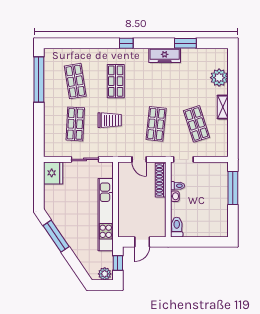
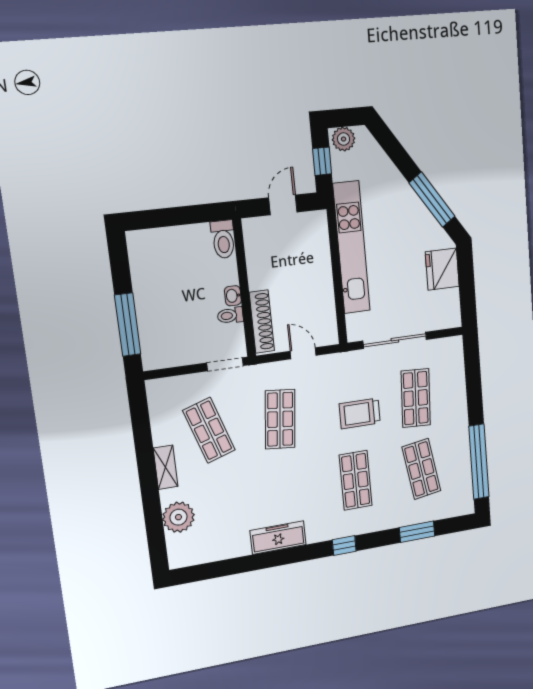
window: (185, 43) -> (417, 532), moved
sliding door: (85, 159) -> (395, 340), width x1.37
fridge: (53, 173) -> (442, 269), moved

